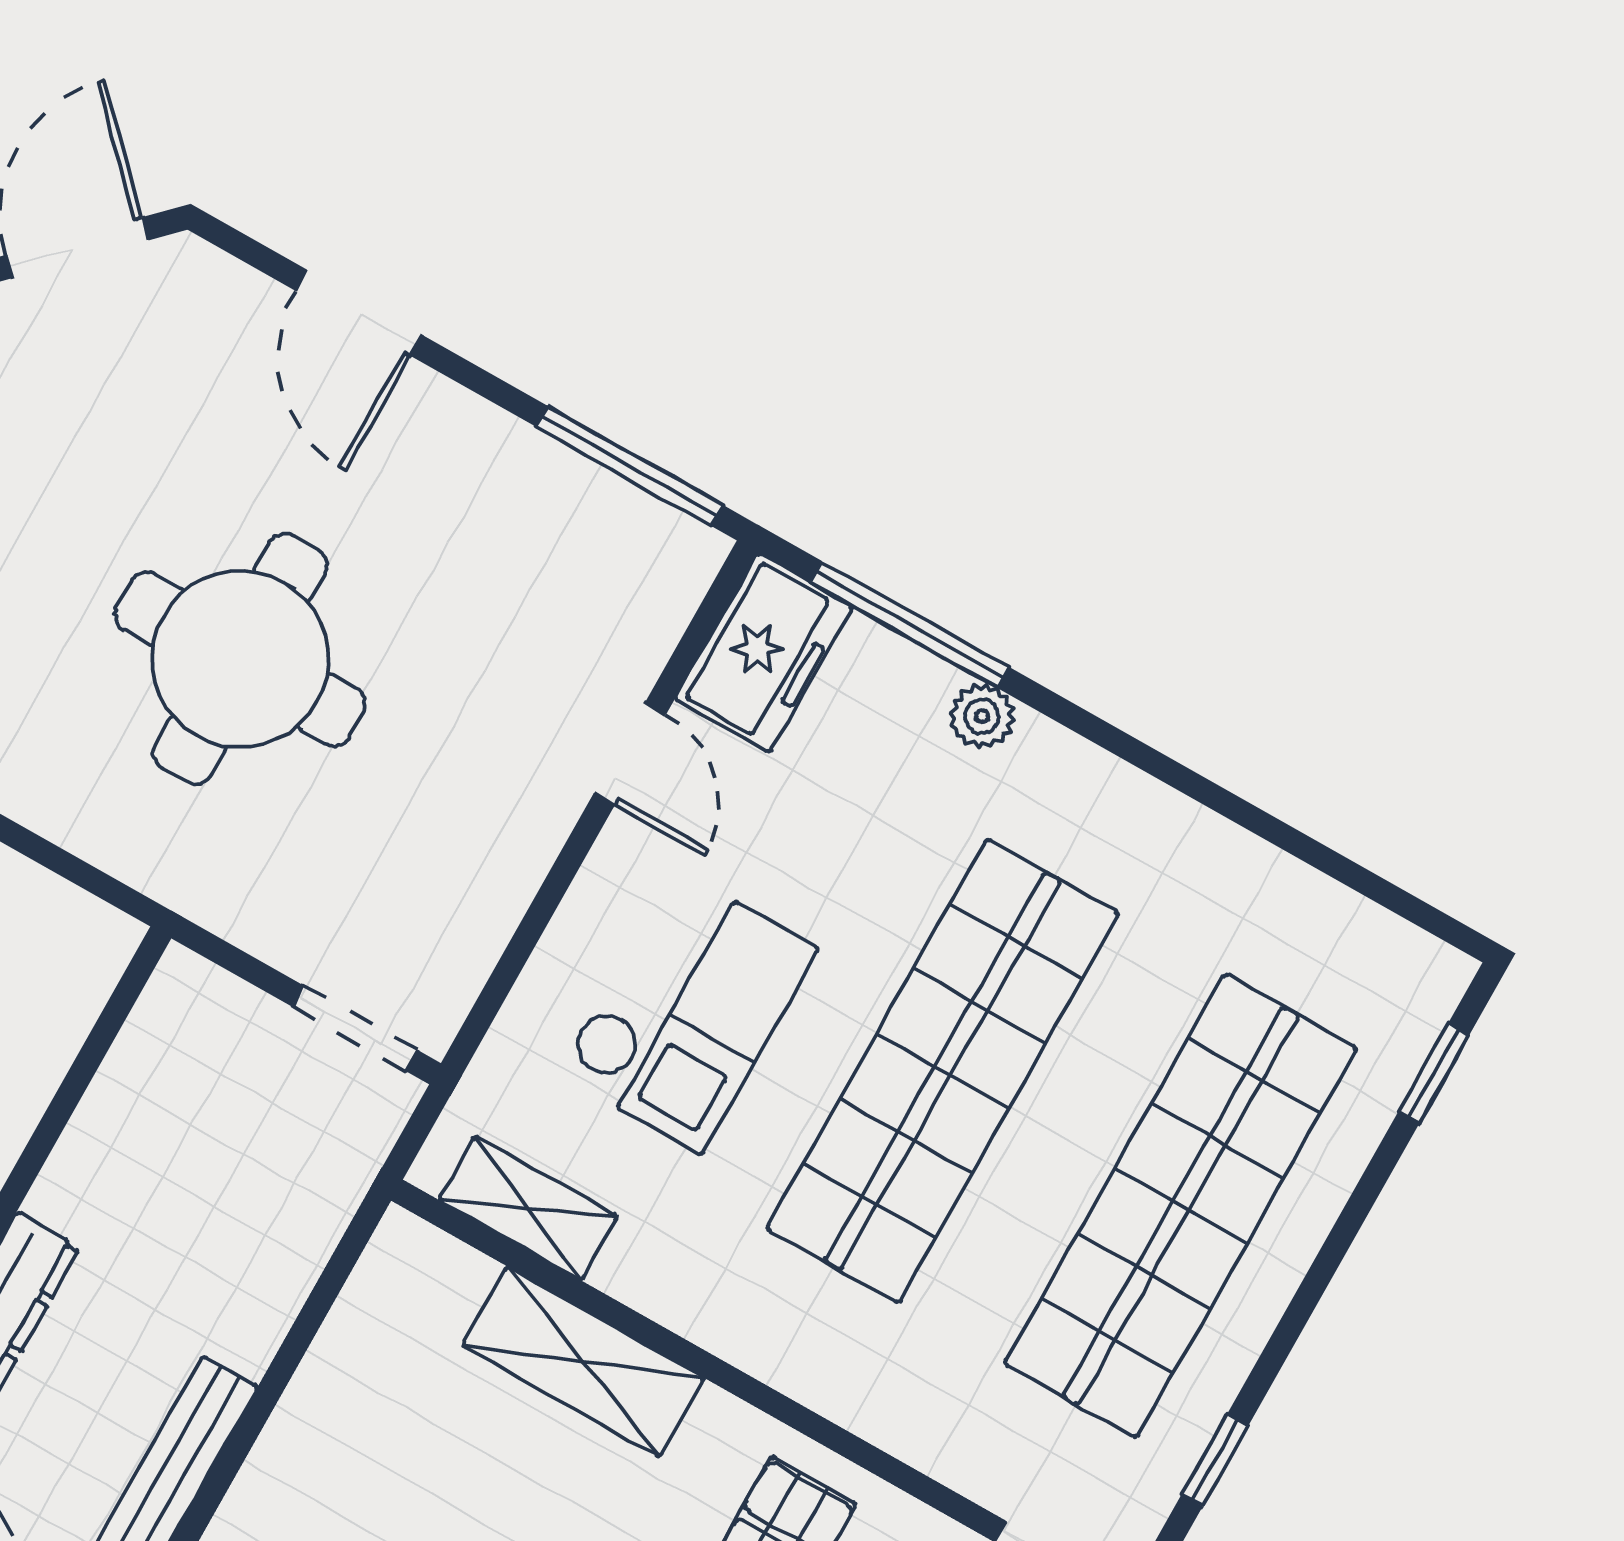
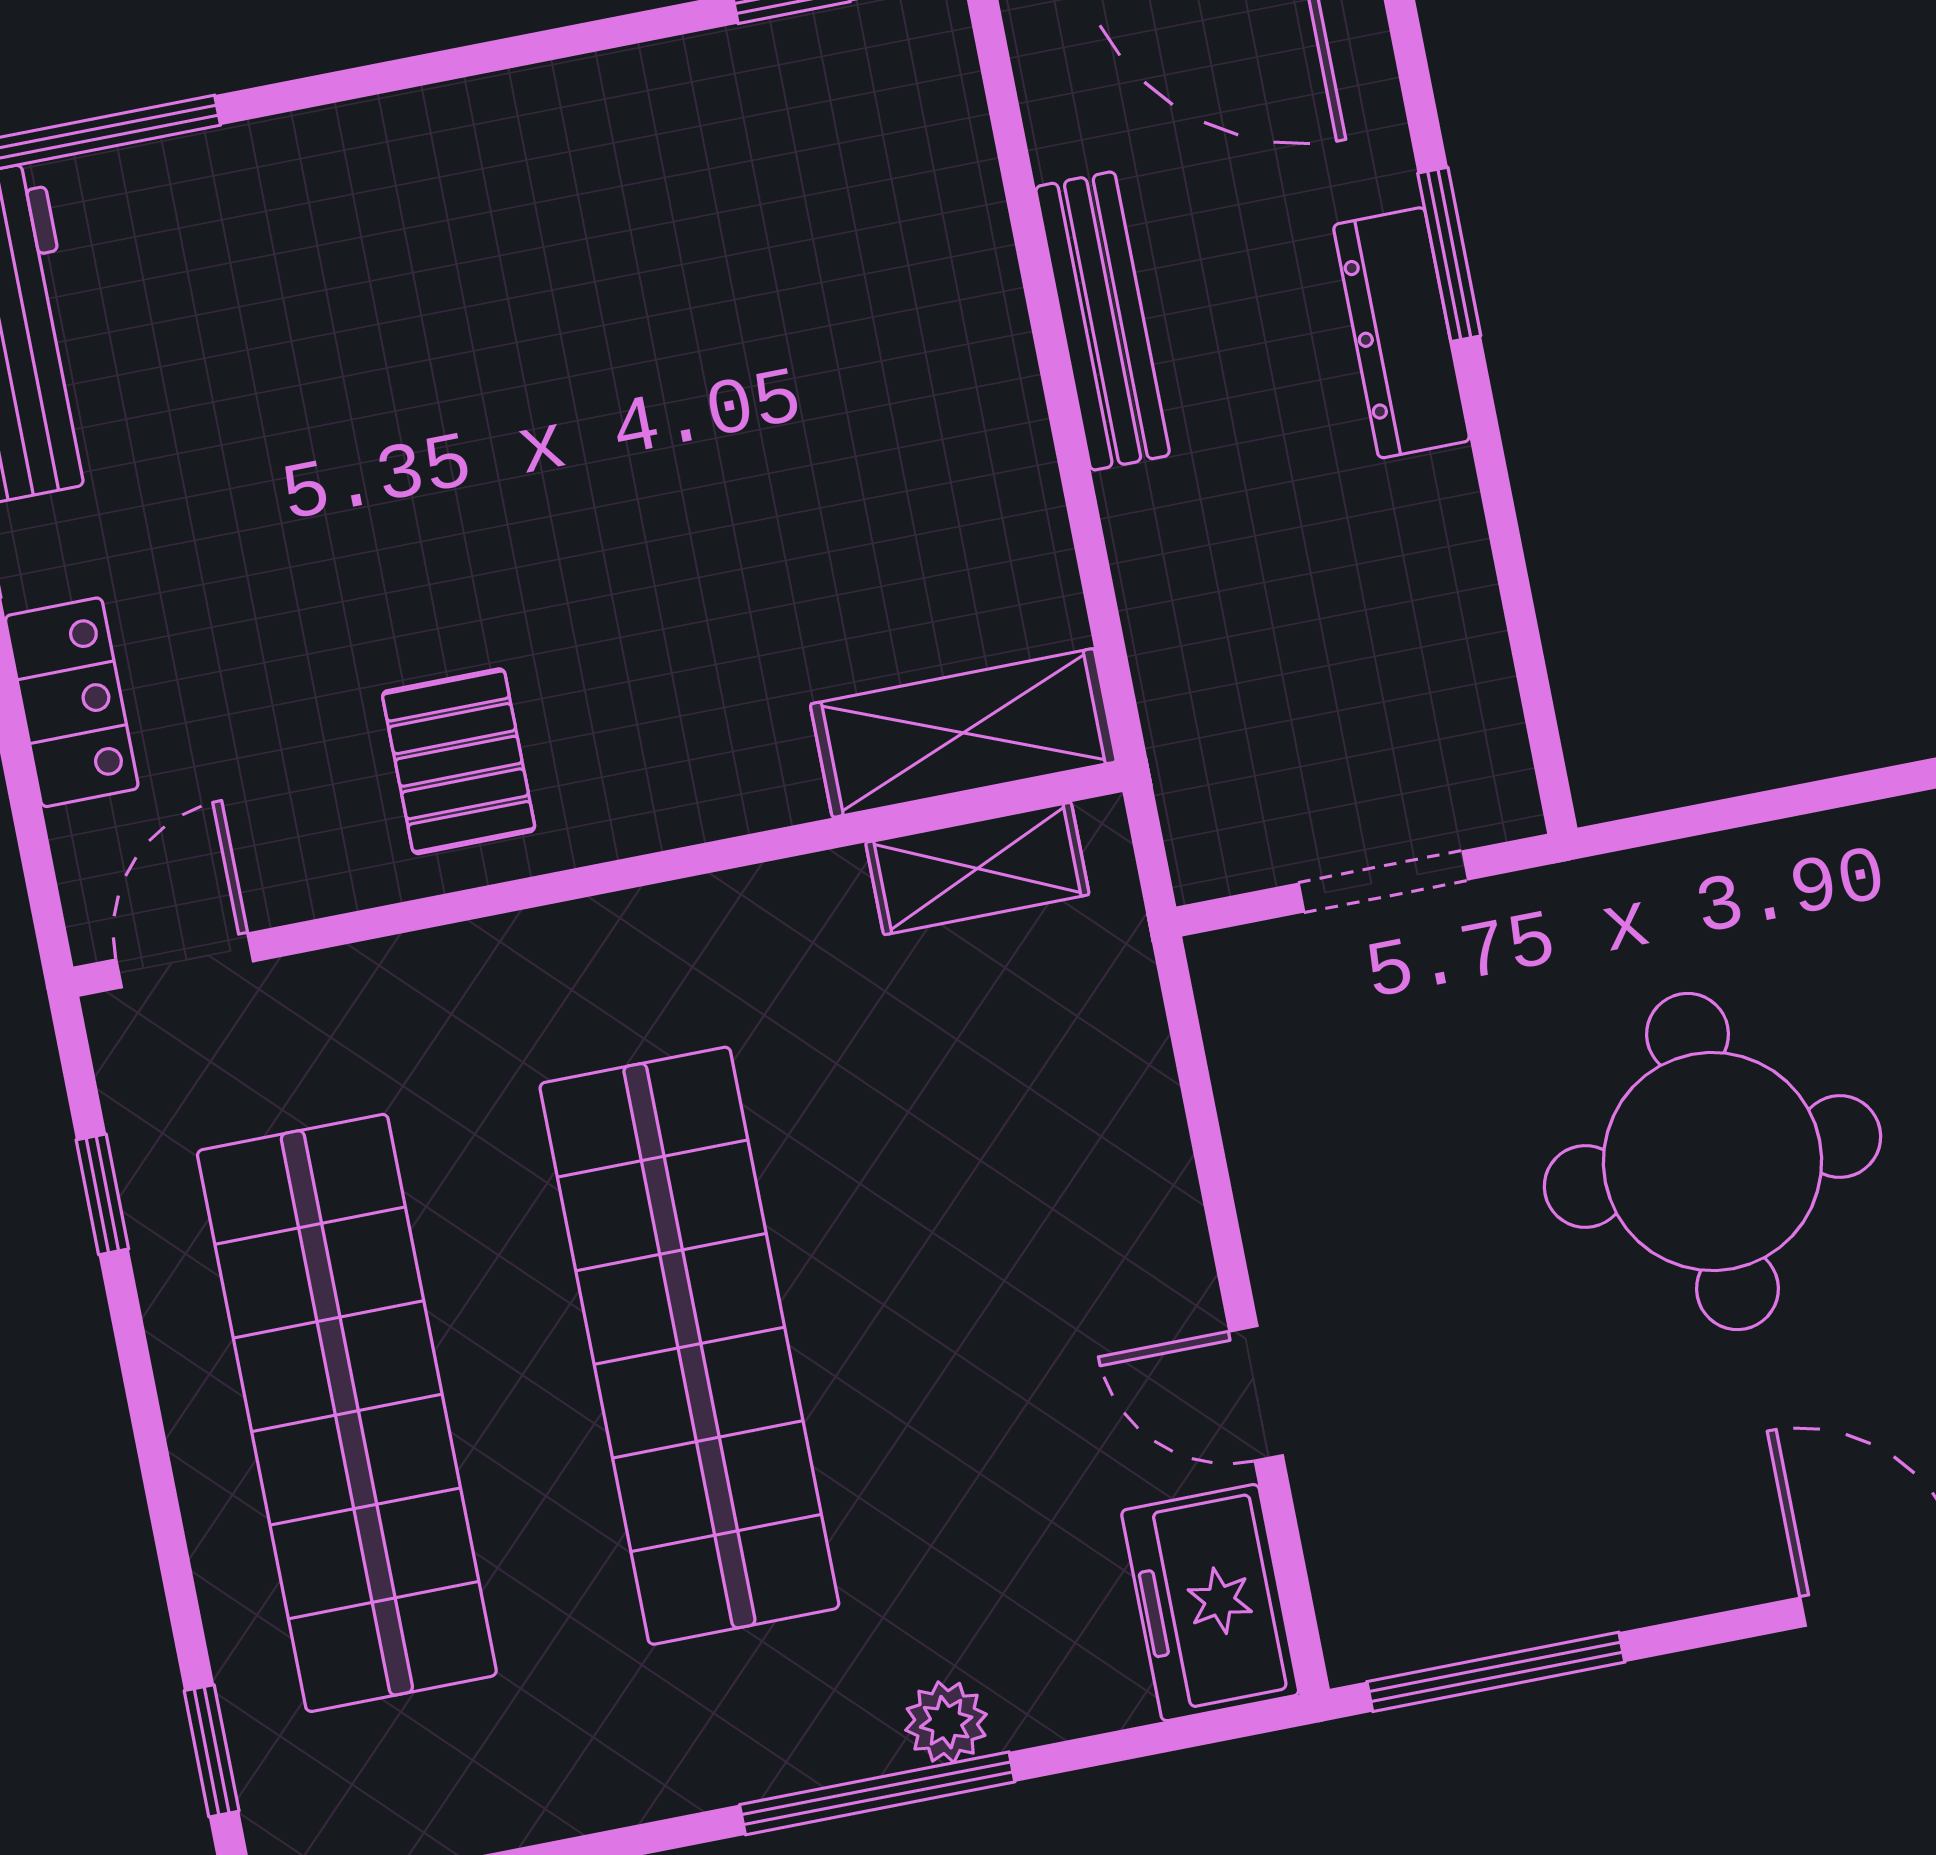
window: (910, 625) -> (877, 1793), moved
checkout: (687, 1011) -> (987, 1192), removed
doorway: (355, 1028) -> (1383, 881), moved
shelving: (583, 1362) -> (963, 733), moved

